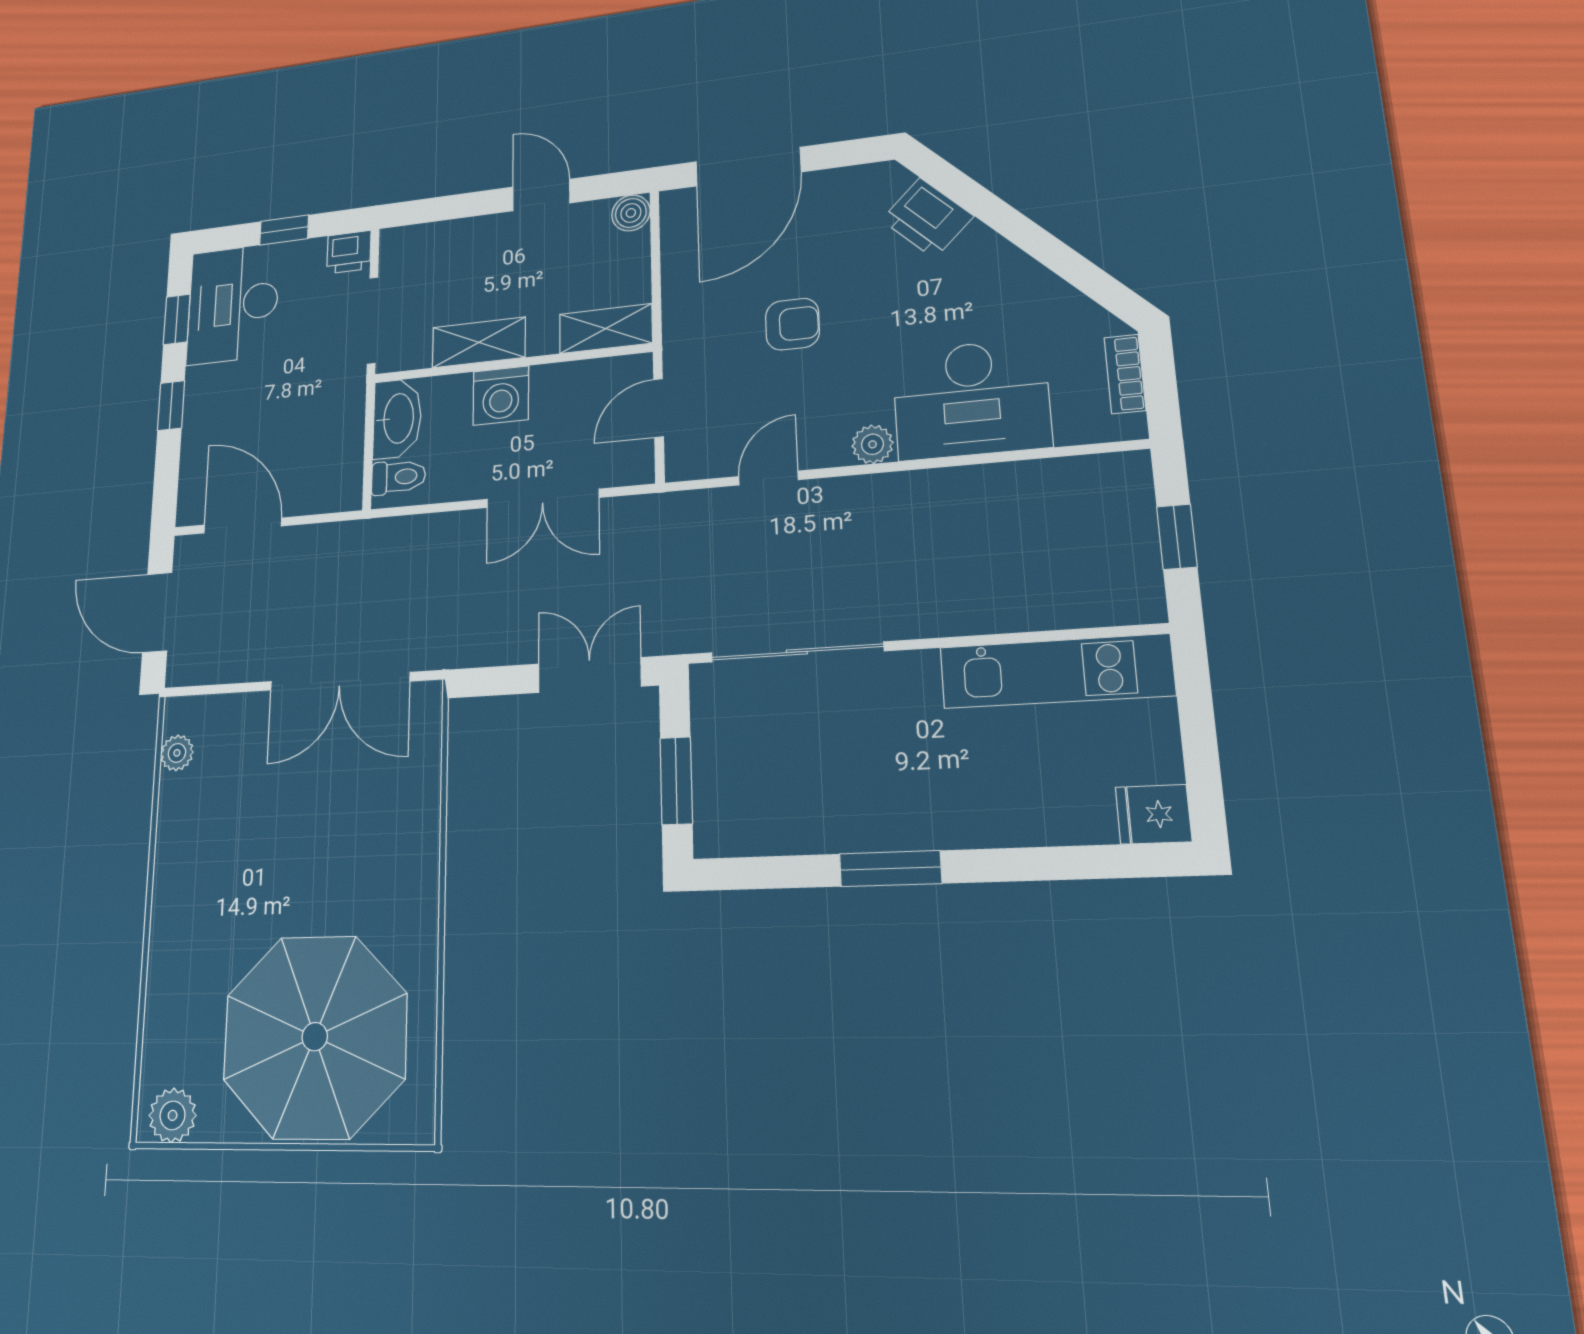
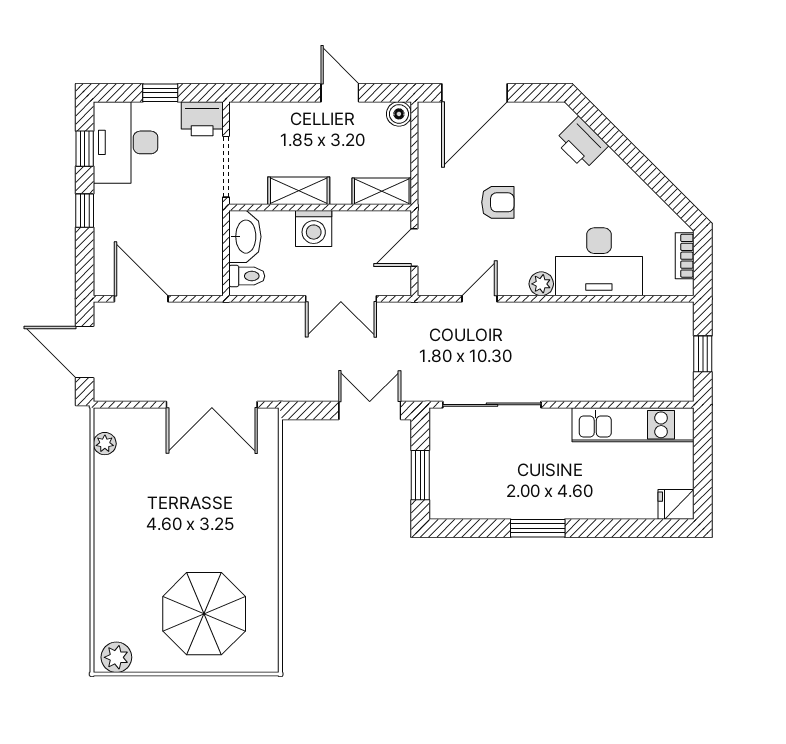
printer: (349, 252) -> (202, 119), width x1.36, depth x1.24
parasol: (315, 1037) -> (204, 614), width x0.73, depth x0.73

